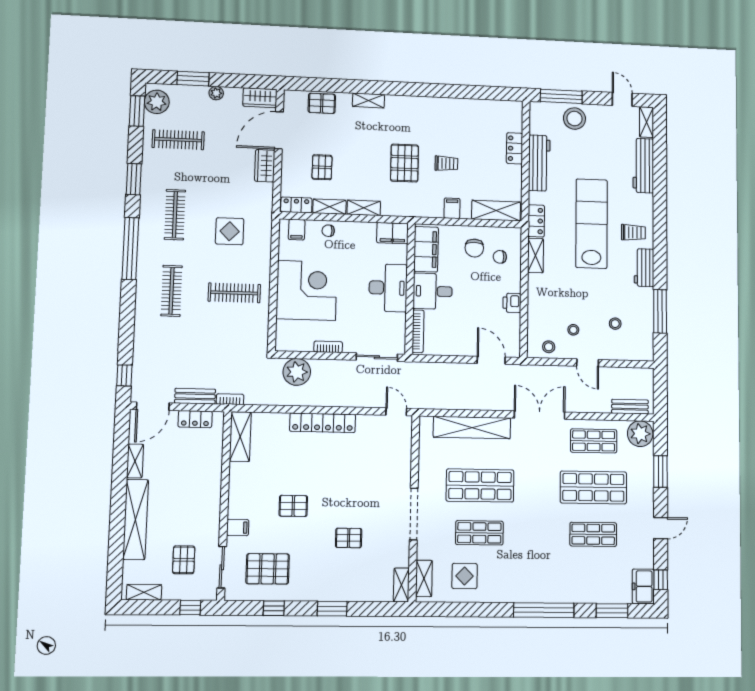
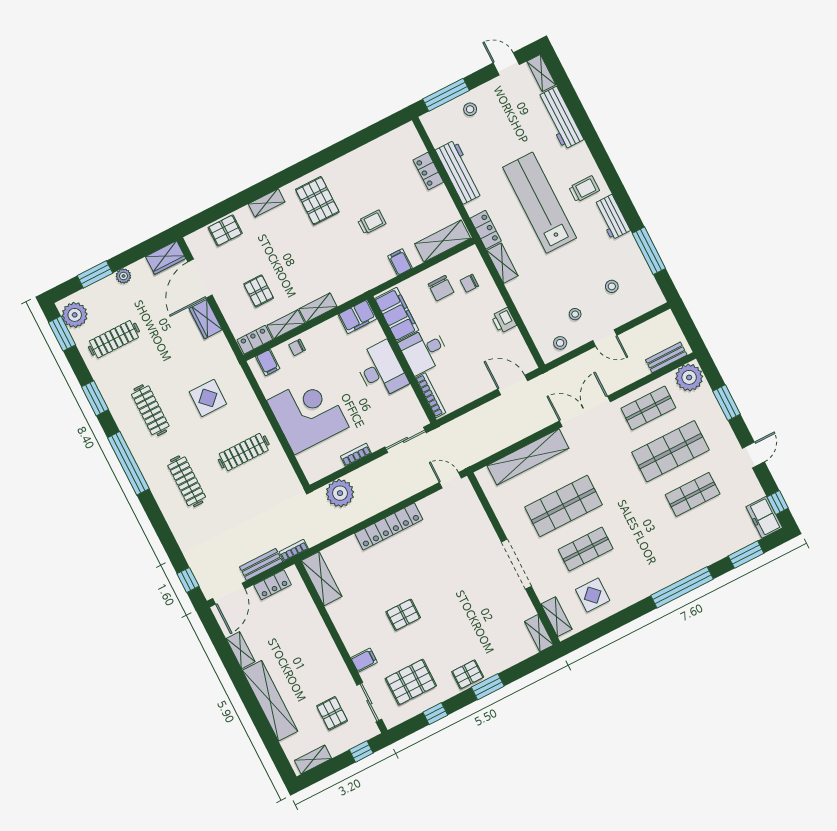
stool: (574, 119) -> (470, 109), width x0.53, depth x0.53
pallet: (404, 163) -> (317, 201), moved
pallet: (349, 538) -> (468, 674), moved

